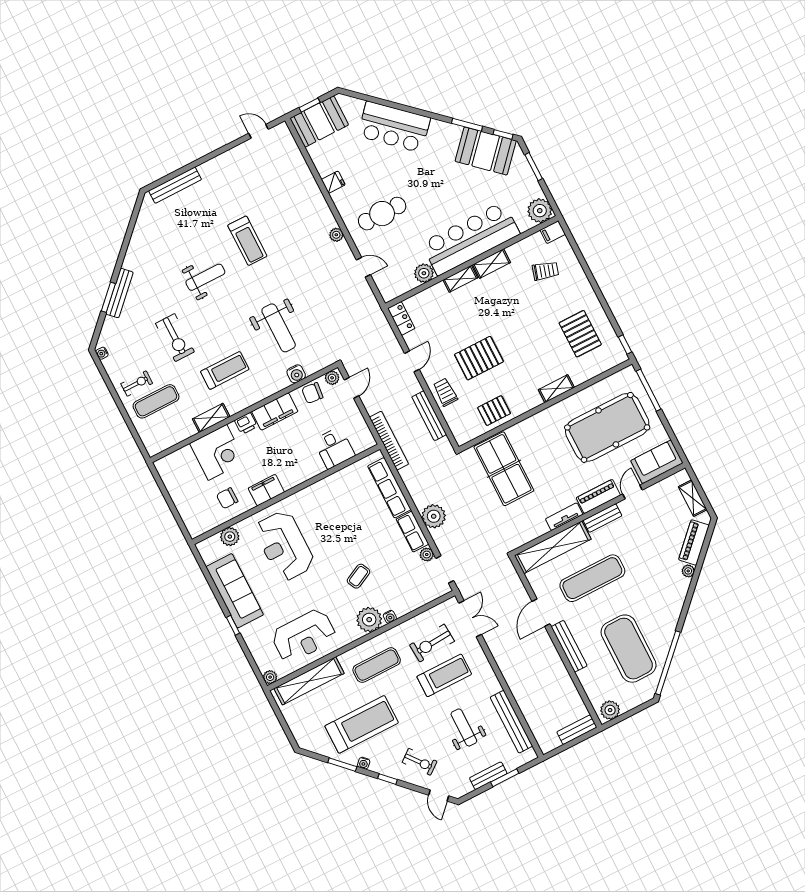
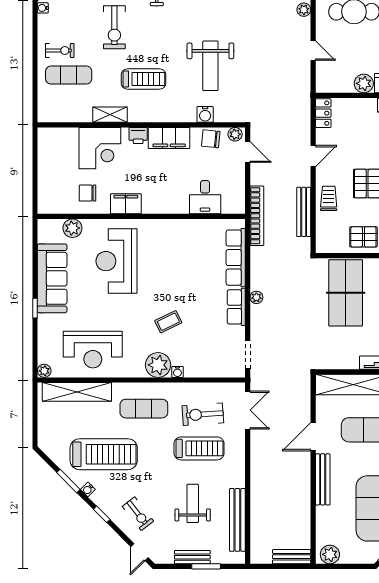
door: (351, 388) -> (248, 152), hinge flipped
plant: (434, 516) -> (256, 297), width x0.53, depth x0.53
plant: (427, 554) -> (238, 334), removed

